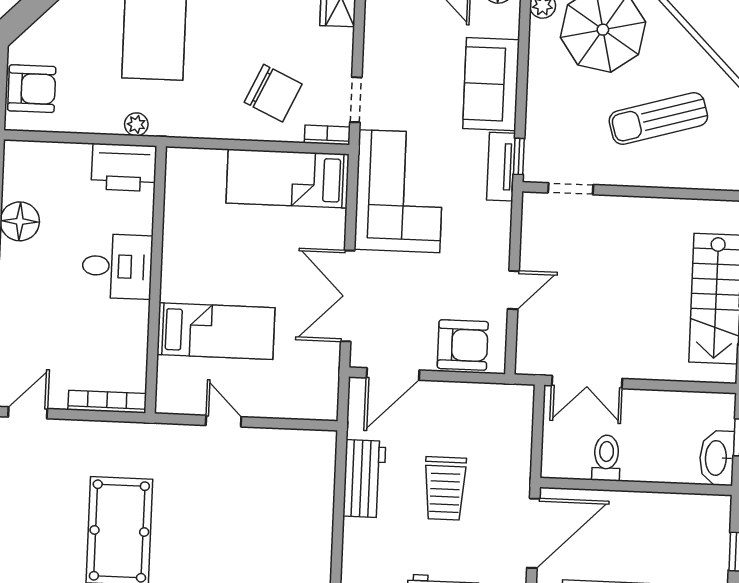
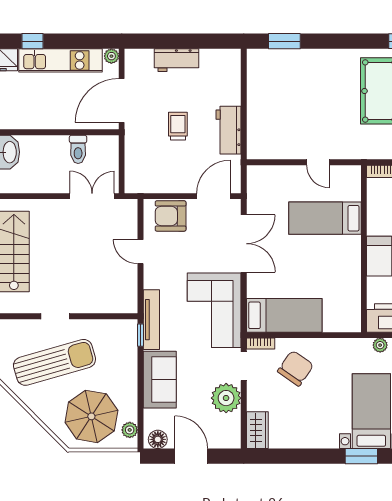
plant: (386, 50) -> (226, 398), added
chair: (273, 93) -> (296, 368), turned 100
sun lounger: (658, 119) -> (54, 362), width x1.36, depth x1.34
tv unit: (501, 167) -> (151, 320), width x1.41
doorway: (571, 189) -> (55, 316), moved
door: (513, 290) -> (140, 252), hinge flipped
trolley: (445, 488) -> (178, 126), width x0.73, depth x0.72

